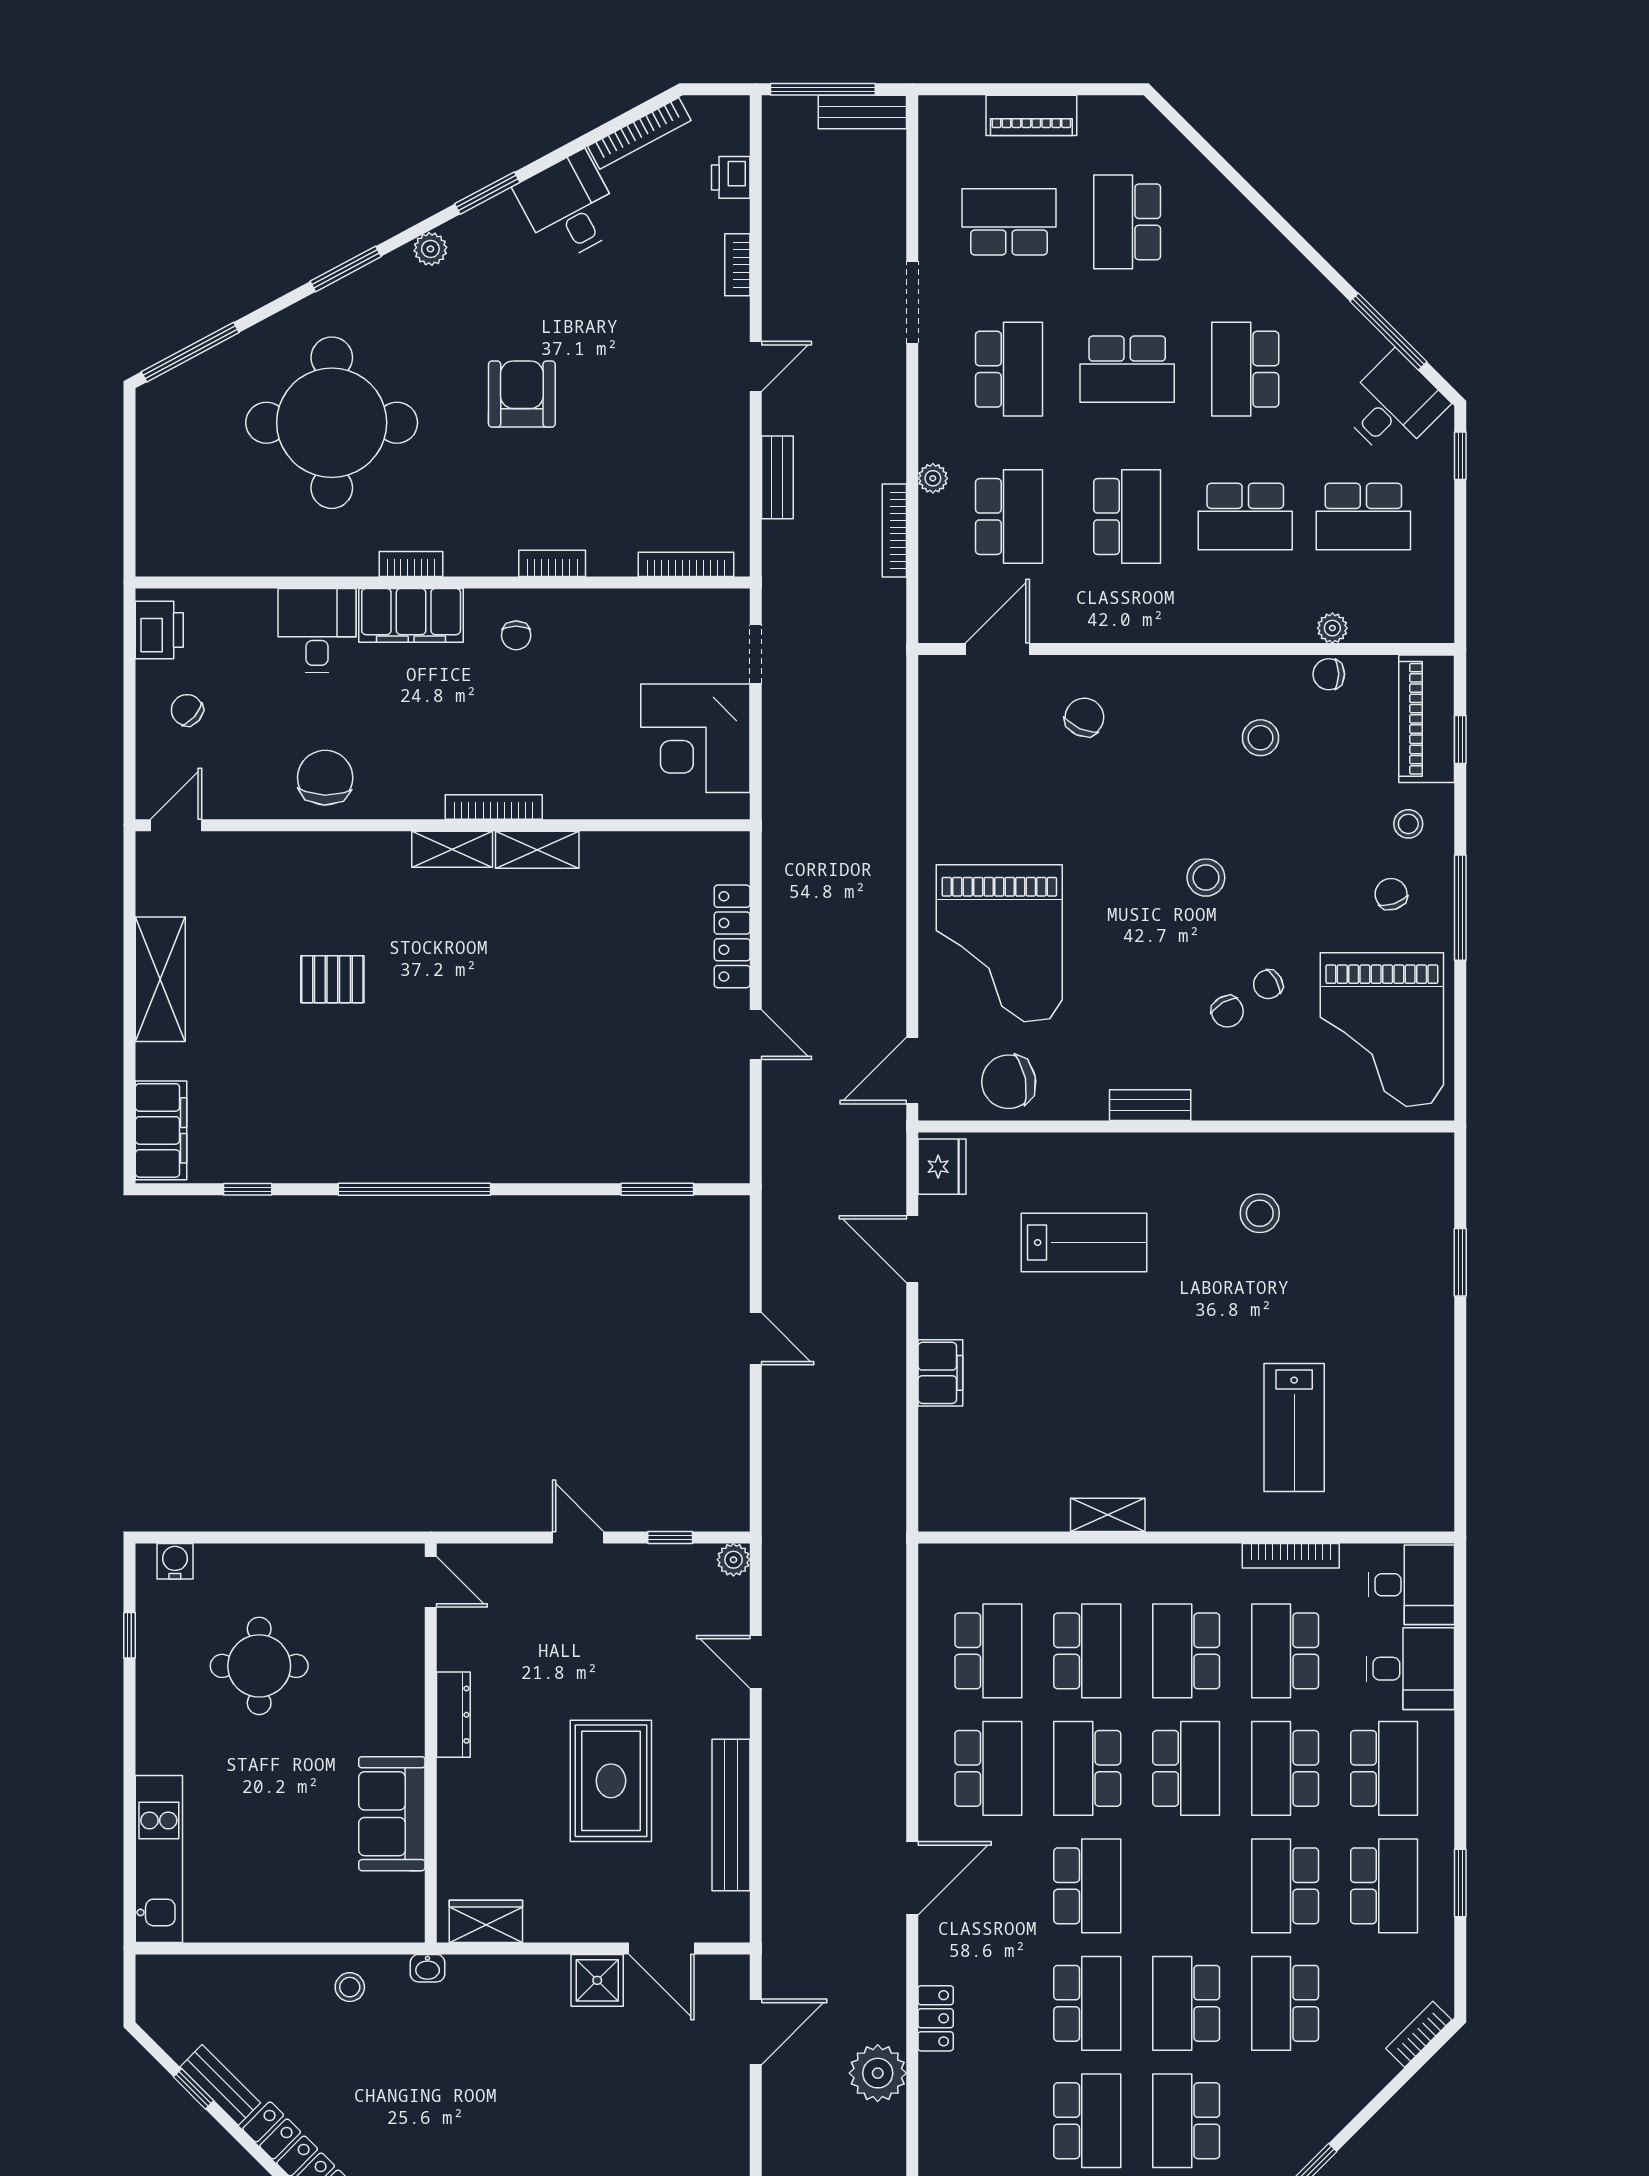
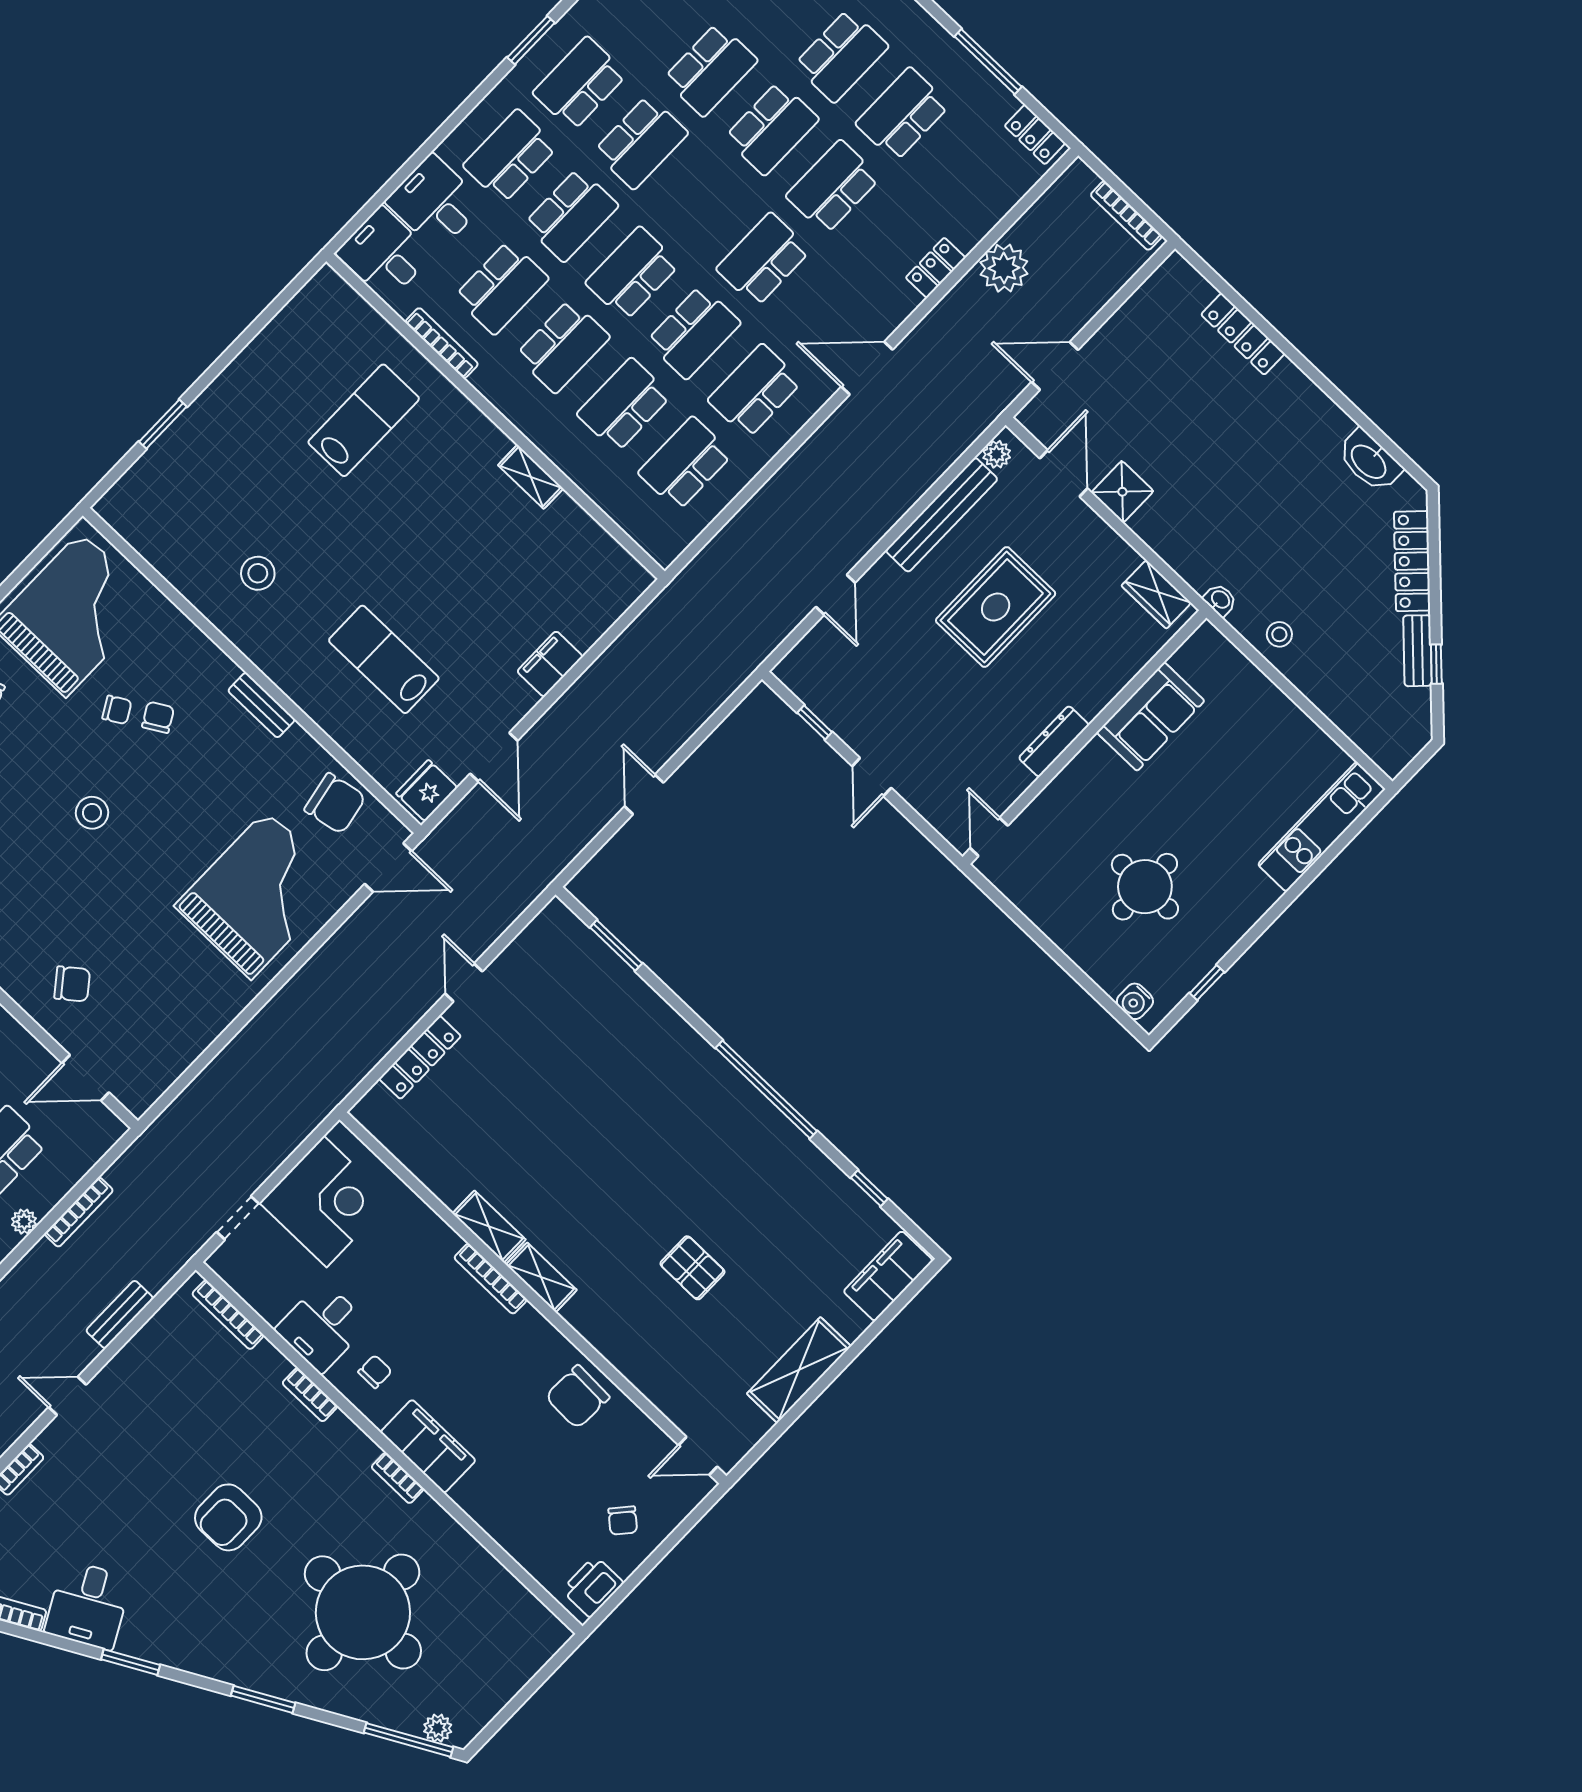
plant: (430, 249) -> (438, 1728), moved
desk: (317, 630) -> (322, 1327), moved
chair: (1084, 717) -> (72, 984), turned -152
plant: (733, 1560) -> (997, 454), moved

